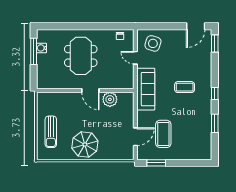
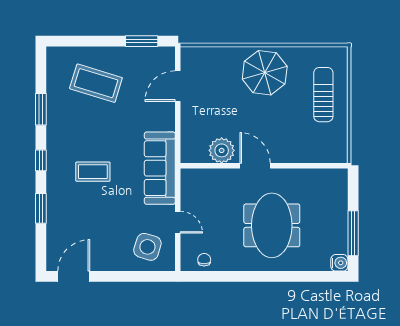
window: (215, 44) -> (41, 208), moved
water cooler: (42, 48) -> (339, 263), moved
coffee table: (163, 134) -> (96, 83), moved, turned -73

